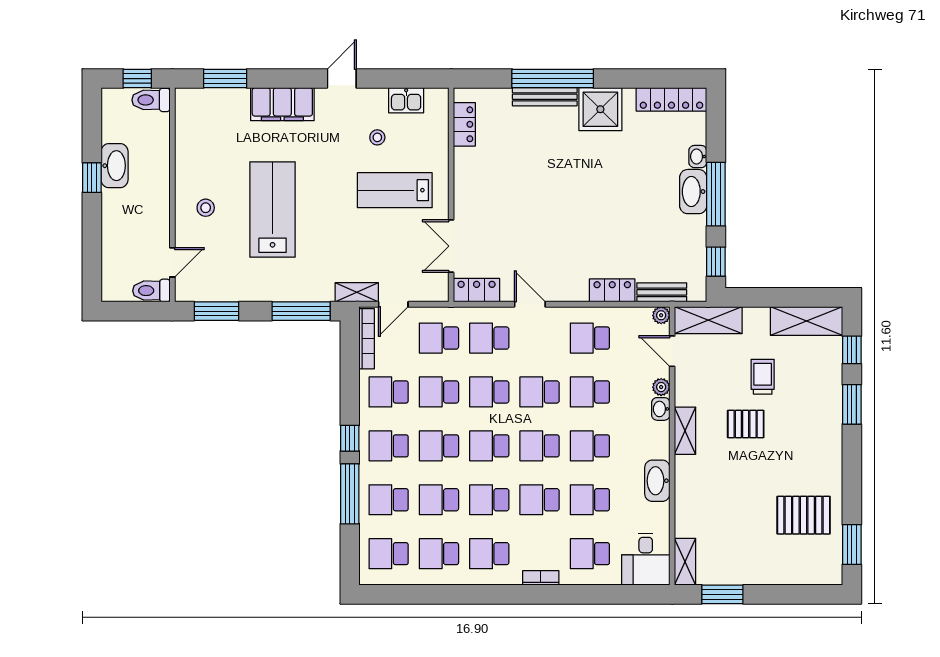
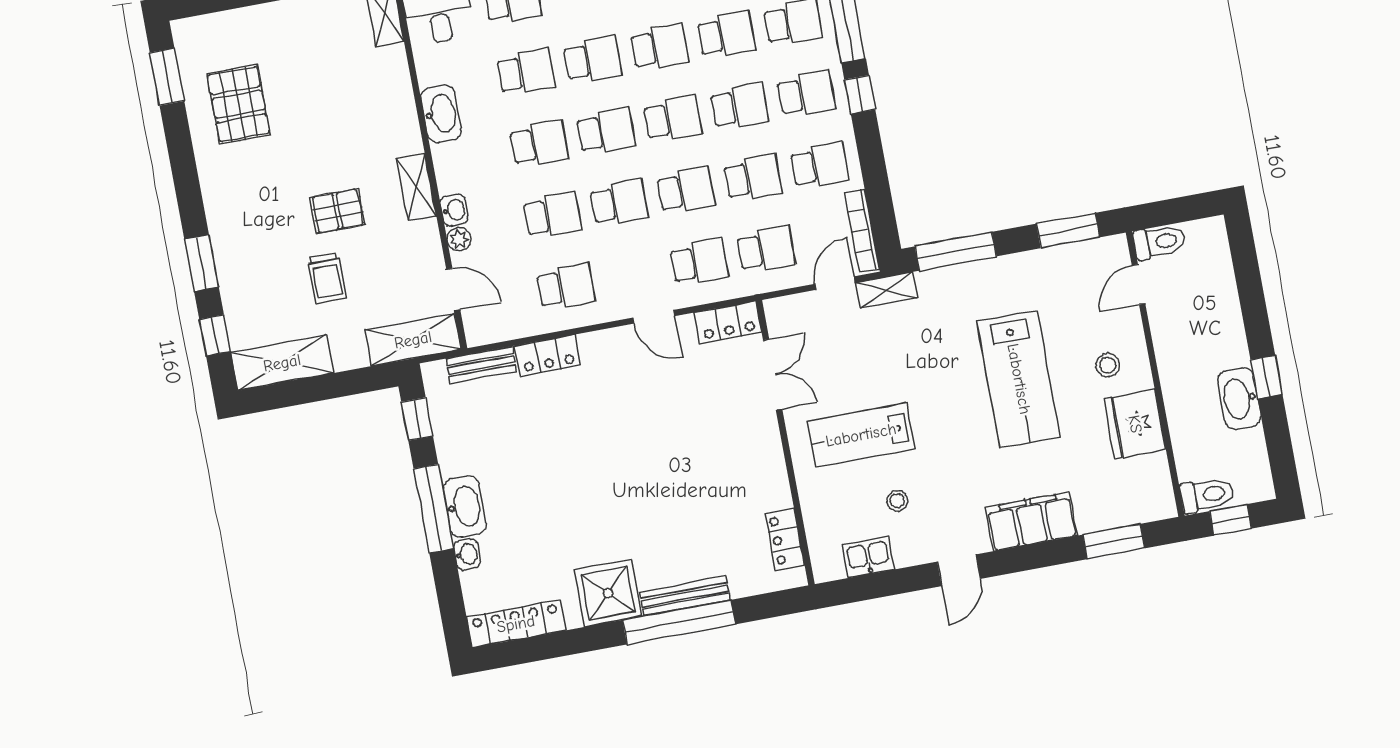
fridge: (194, 161) -> (1135, 424), added
lab bench: (395, 190) -> (861, 435), turned 180
plant: (661, 315) -> (477, 334), removed
pallet: (804, 515) -> (238, 104), turned 90

